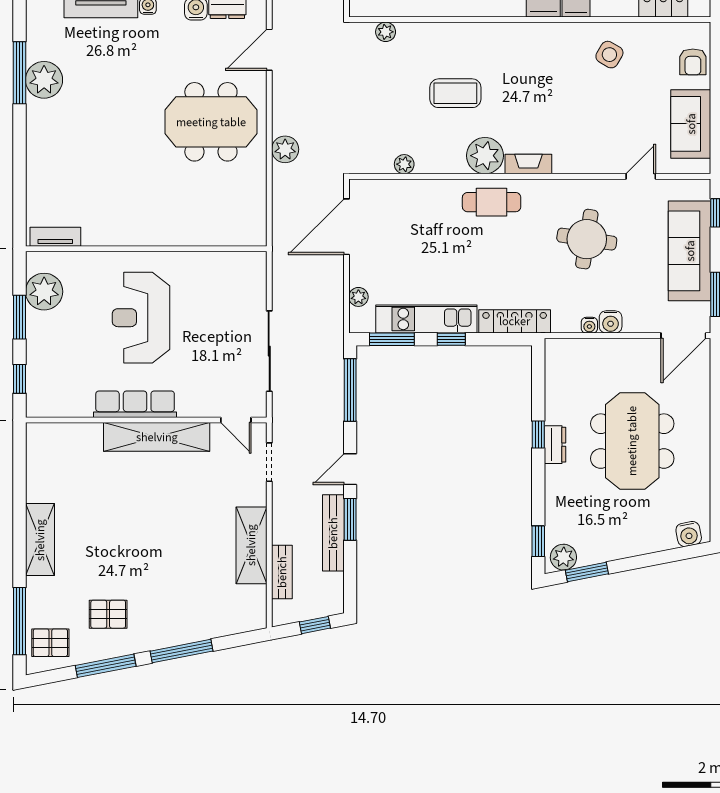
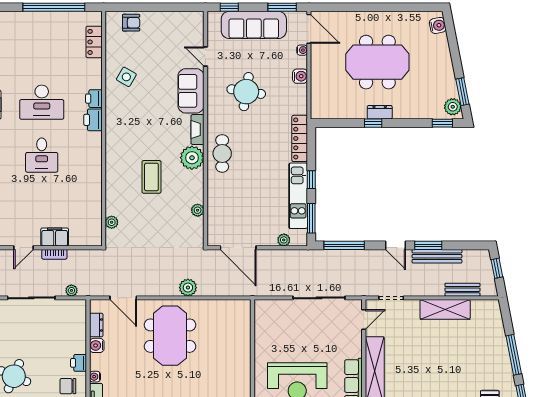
sofa: (691, 124) -> (191, 91), moved, turned 90
water cooler: (589, 325) -> (302, 50), moved

